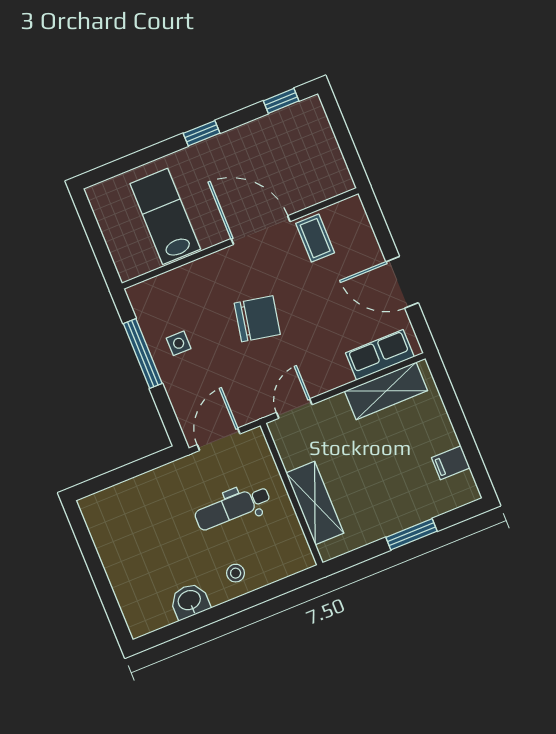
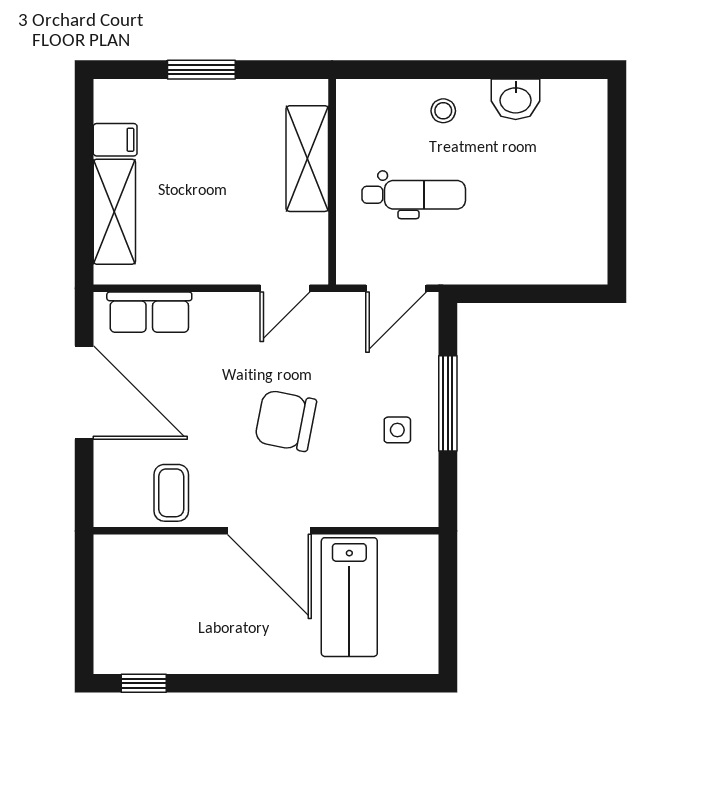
window: (202, 133) -> (261, 683), removed
door: (261, 230) -> (269, 531), moved
door: (402, 282) -> (84, 393), width x1.36
window: (143, 354) -> (448, 403), moved
shelving: (386, 391) -> (114, 212), moved, turned 90

